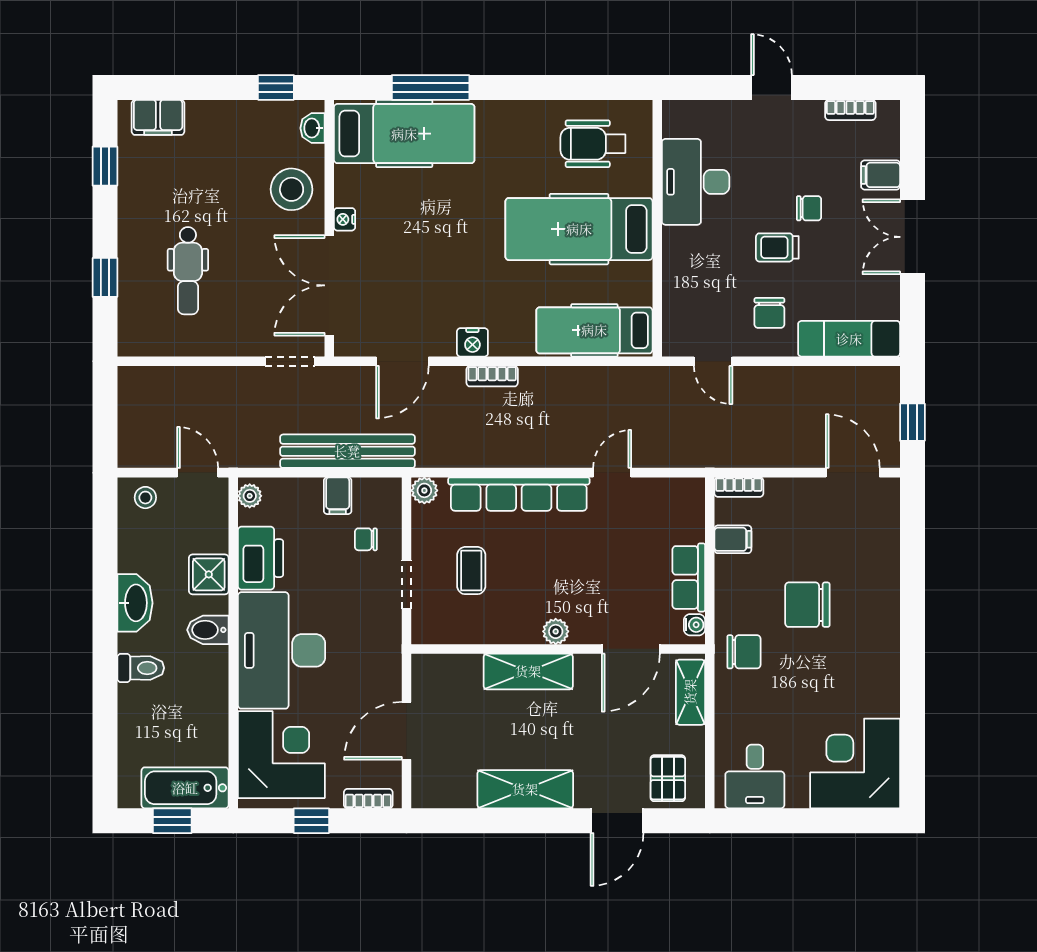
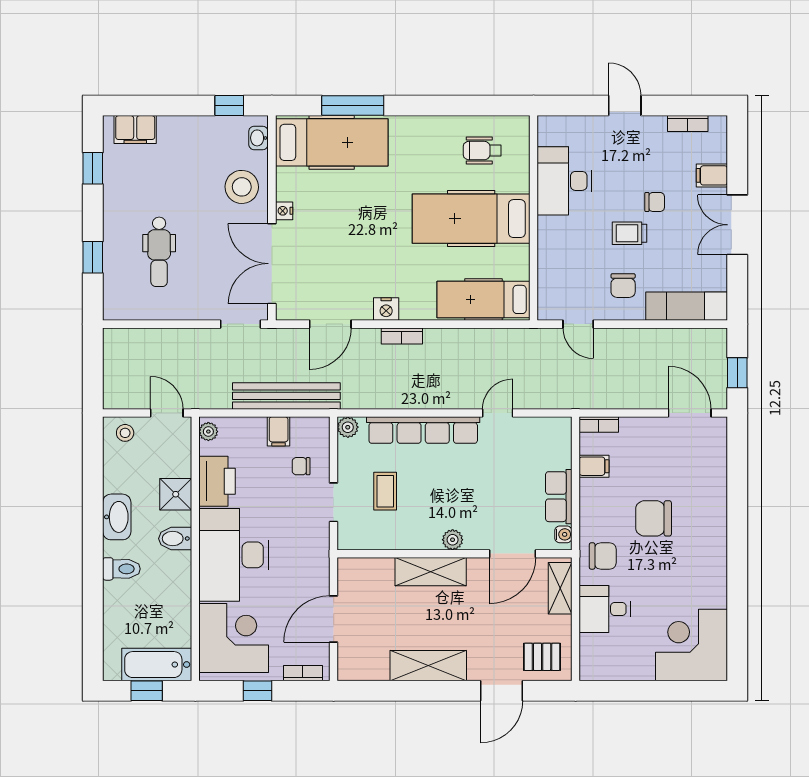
wheelchair: (593, 144) -> (482, 151), width x0.73, depth x0.73
desk: (755, 776) -> (605, 609), moved, turned 90
pallet: (668, 778) -> (542, 657), turned 90

